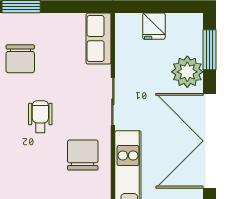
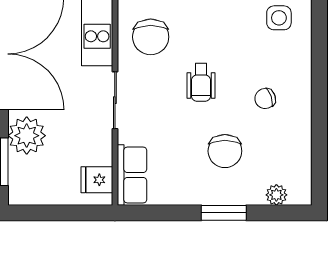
fridge: (154, 26) -> (97, 180), moved, turned -90
chair: (20, 59) -> (225, 151), turned 180

